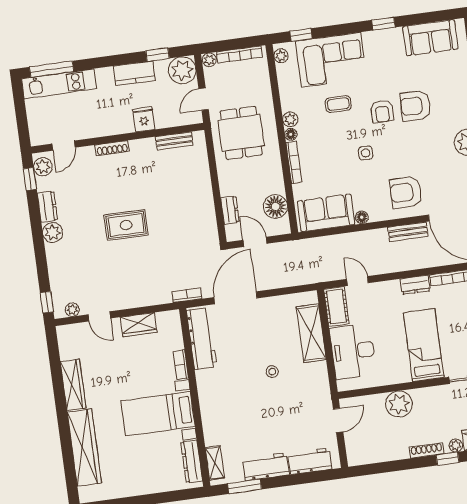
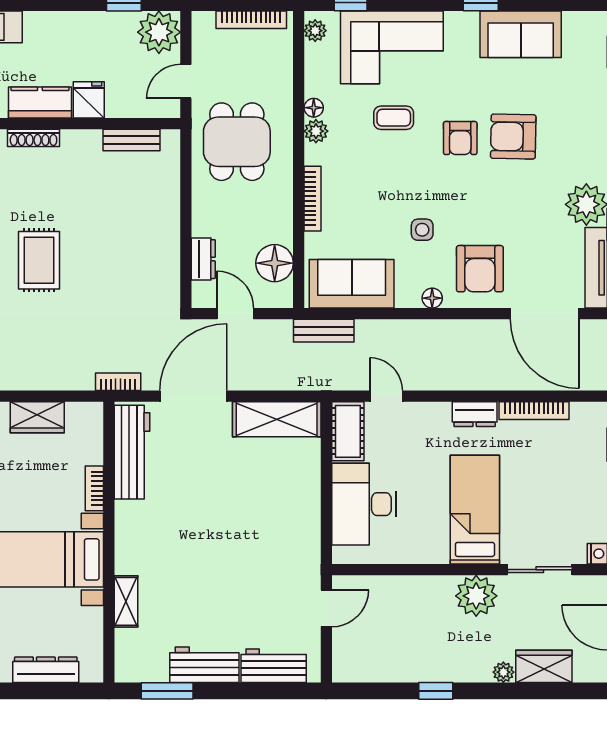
sofa: (430, 38) -> (521, 34), moved
plant: (209, 60) -> (203, 22), removed
kitchen counter: (134, 73) -> (40, 103), moved, turned 180
floor lamp: (291, 134) -> (314, 108), moved
side table: (366, 153) -> (422, 230), moved
armchair: (406, 192) -> (480, 269), turned -90
floor lamp: (362, 217) -> (432, 298), moved
rug: (126, 225) -> (39, 260), turned 90
bench: (408, 232) -> (324, 331), moved
shelving: (311, 333) -> (277, 419), moved, turned 90
stool: (272, 372) -> (234, 519), removed
plant: (399, 404) -> (476, 596), moved
shoe rack: (427, 450) -> (457, 674), removed
window: (447, 459) -> (436, 691), moved
dresser: (192, 461) -> (46, 670), moved, turned 90
shelving: (215, 463) -> (126, 601), moved

